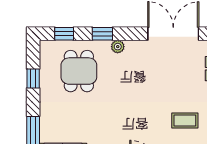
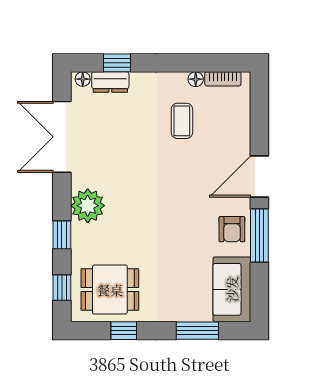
plant: (118, 47) -> (88, 206), width x1.88, depth x1.88
dining table: (79, 71) -> (110, 290), moved

